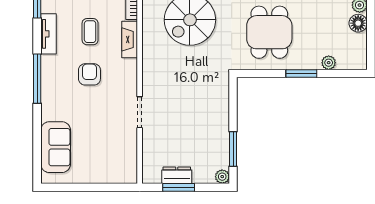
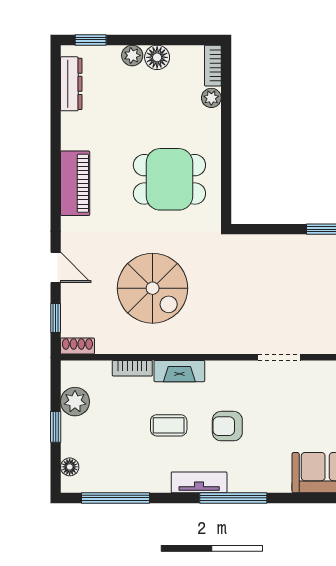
tv unit: (49, 34) -> (199, 482), moved
bookcase: (352, 64) -> (213, 66), added
window: (301, 73) -> (226, 135), removed

